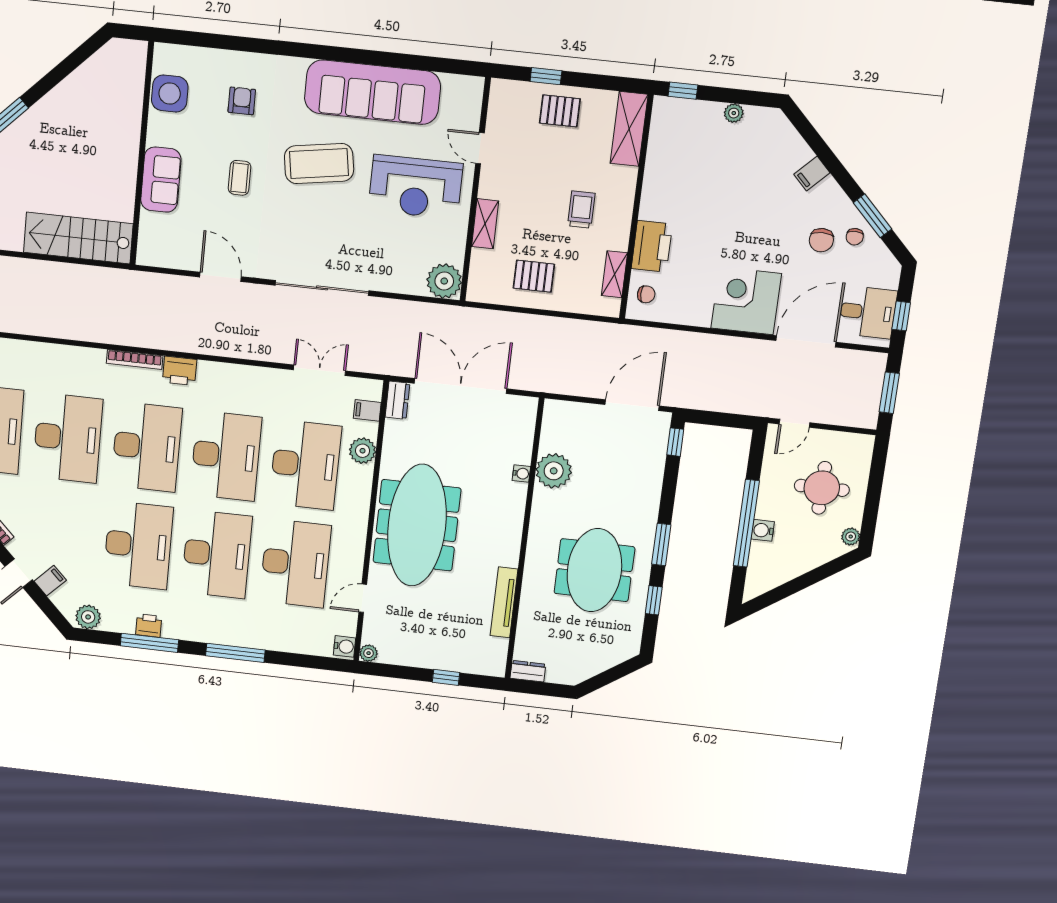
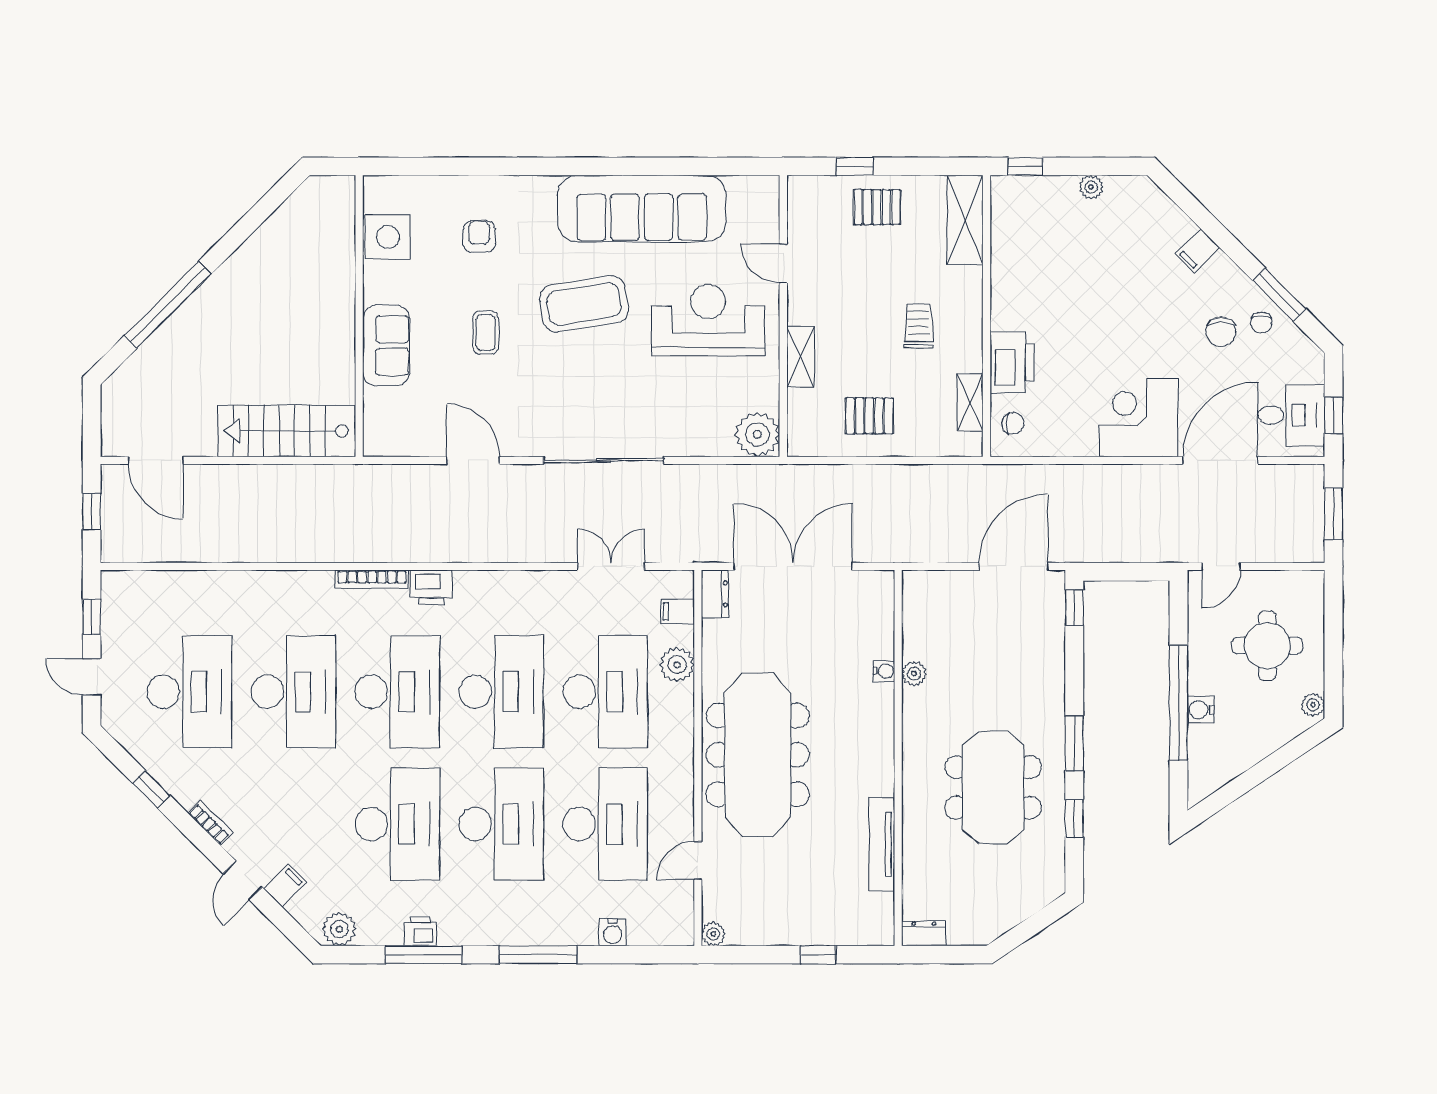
reception desk: (415, 187) -> (708, 320), turned 180
plant: (554, 471) -> (914, 674), width x0.53, depth x0.53
water cooler: (345, 646) -> (613, 932), moved, turned 90

